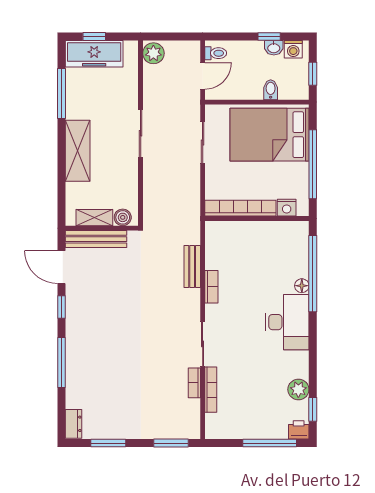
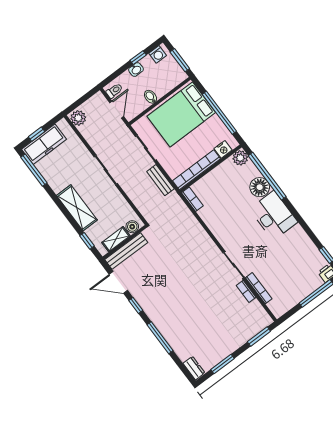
washbasin: (274, 48) -> (136, 70), moved
window: (313, 74) -> (180, 60), width x1.50
bidet: (271, 90) -> (151, 97), moved
window: (61, 93) -> (34, 170), moved
window: (61, 196) -> (87, 241), added
bench: (192, 266) -> (160, 180), moved
floor lamp: (302, 286) -> (260, 187), width x1.89, depth x1.89
bookcase: (211, 287) -> (192, 199), moved
plant: (298, 389) -> (240, 158), moved

